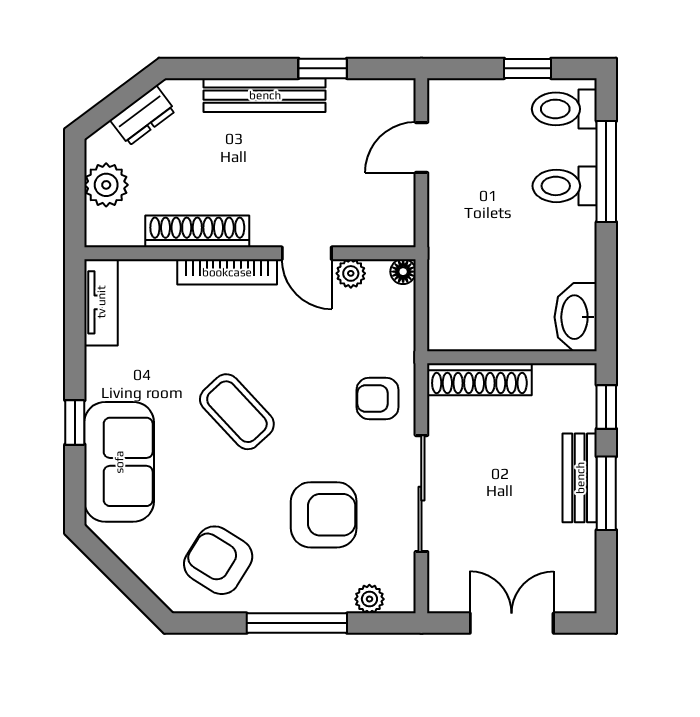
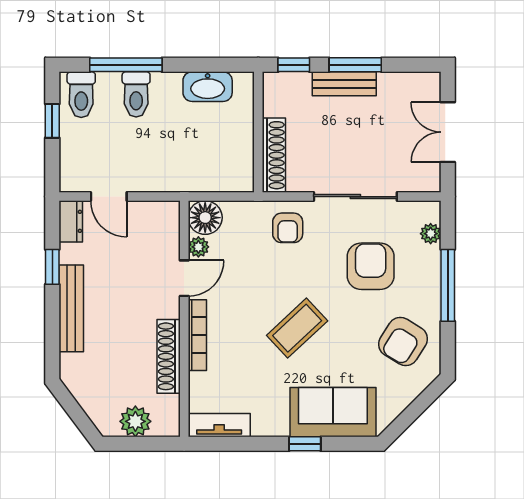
dresser: (143, 115) -> (71, 221), moved, turned 37
floor lamp: (403, 272) -> (205, 218), width x1.89, depth x1.89
washbasin: (576, 317) -> (208, 87), moved

